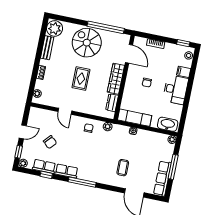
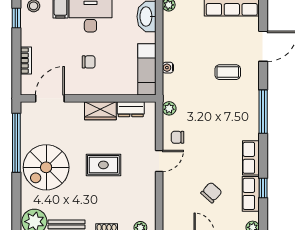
wardrobe: (116, 79) -> (100, 111), width x0.67
door: (65, 111) -> (159, 161), moved
window: (82, 182) -> (263, 112), moved

